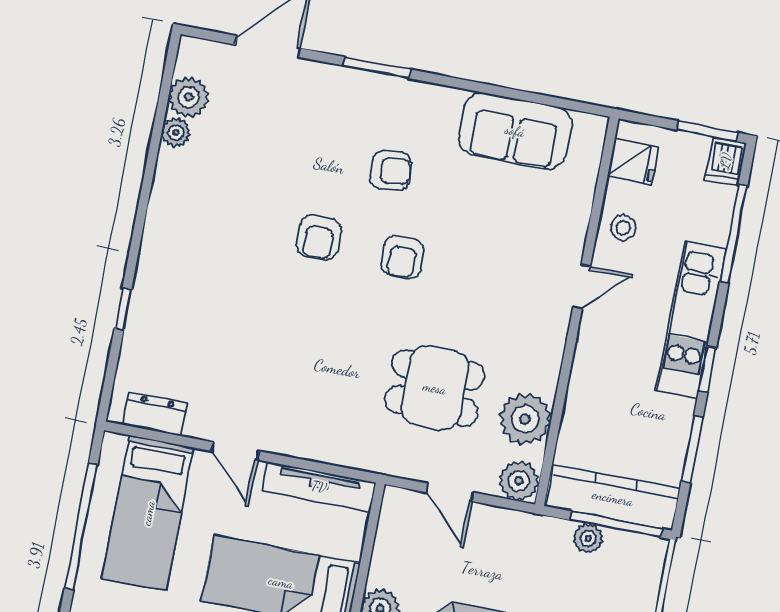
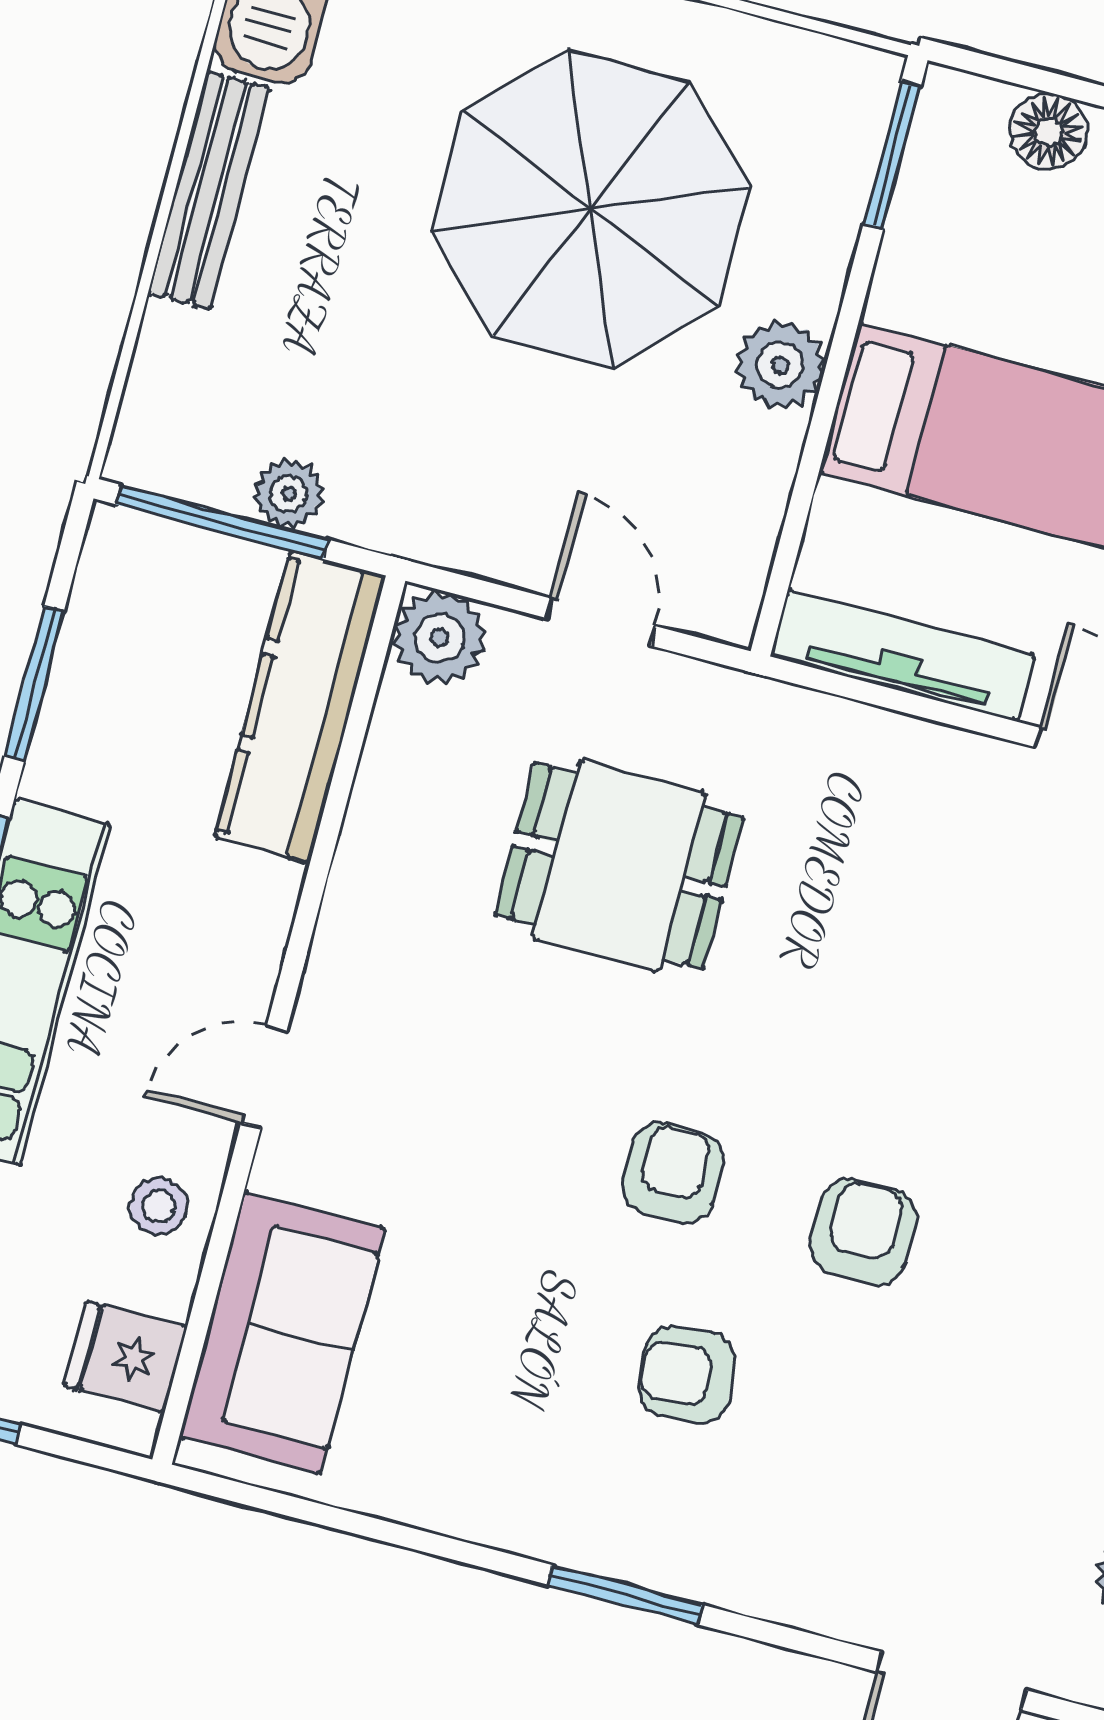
window: (377, 68) -> (625, 1595), moved
sofa: (515, 131) -> (282, 1333), moved, turned 90
plant: (525, 419) -> (415, 780), removed
kitchen counter: (613, 498) -> (300, 707), moved, turned 90

